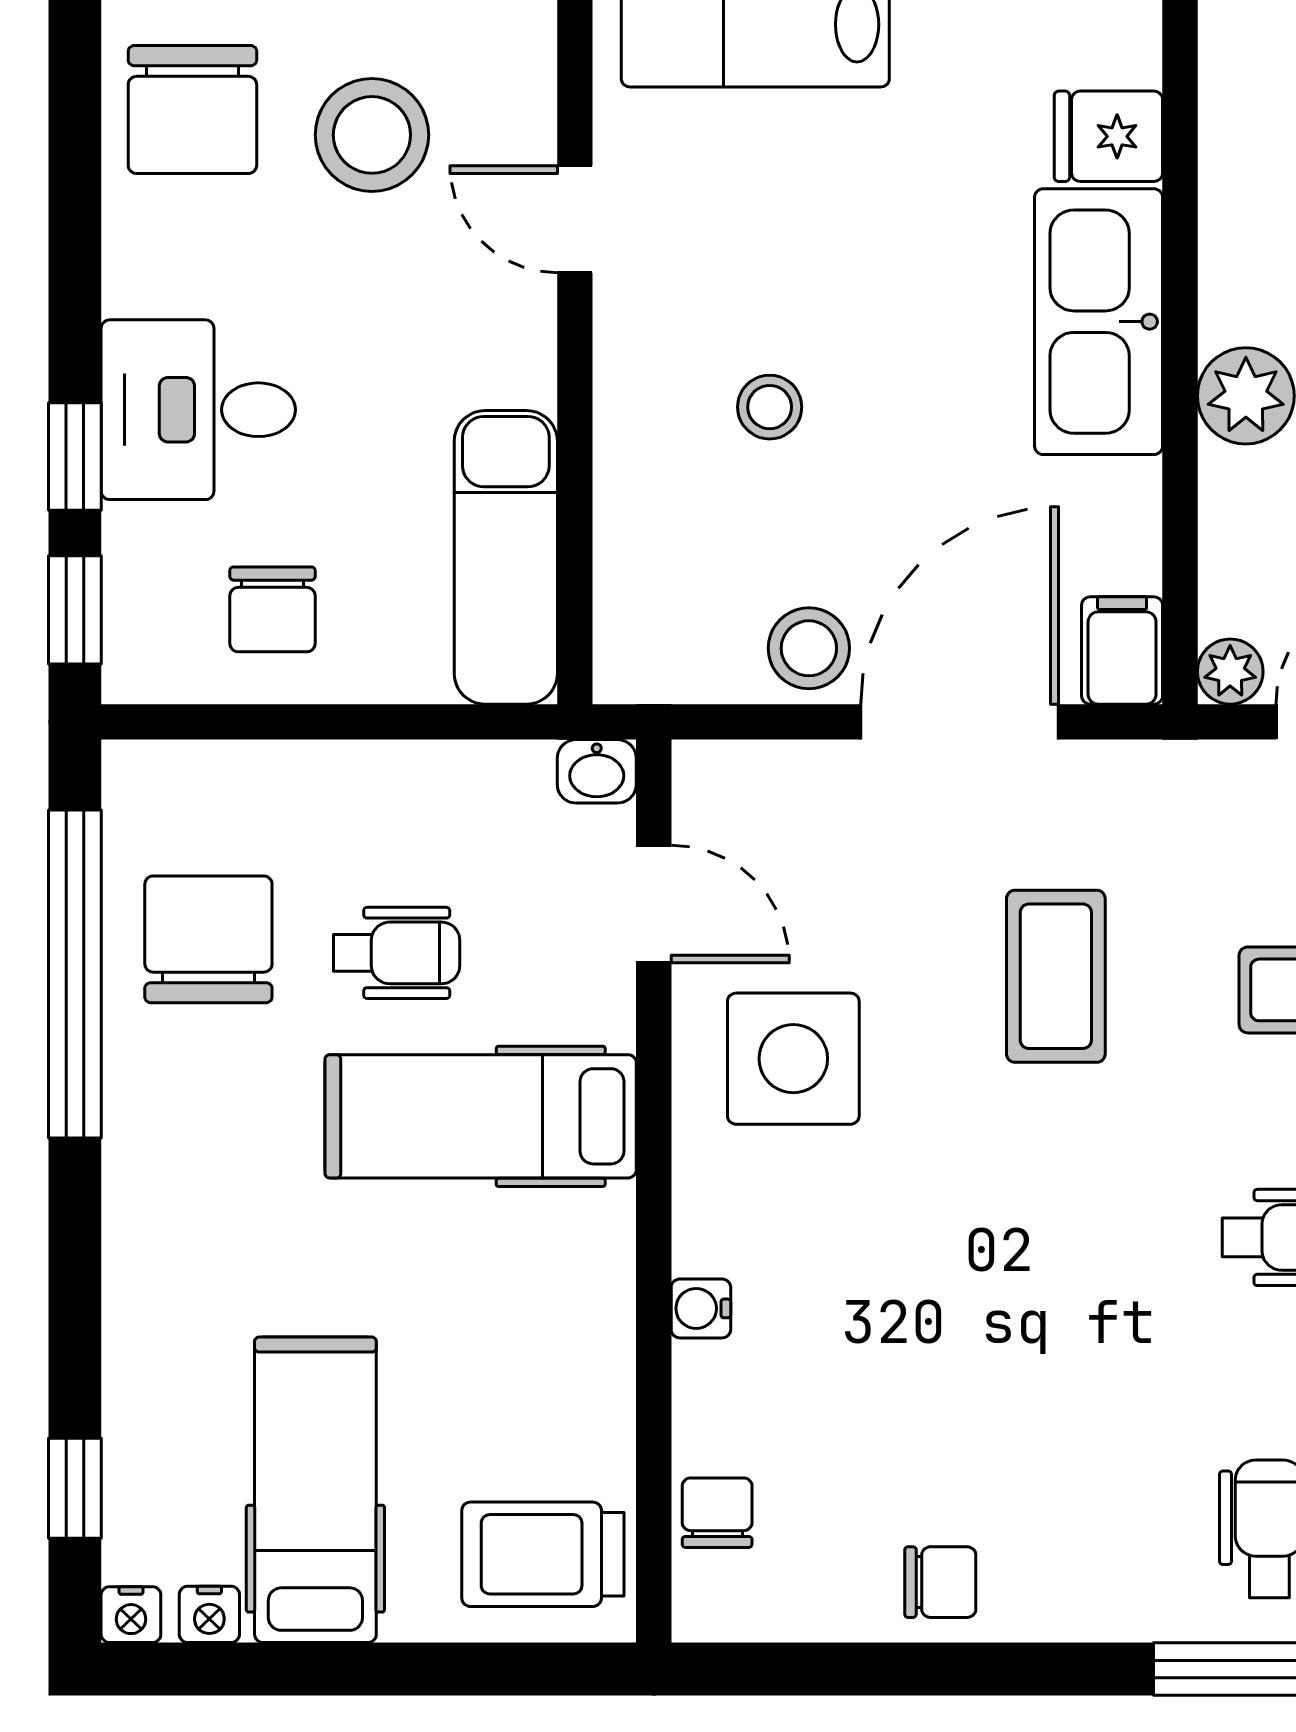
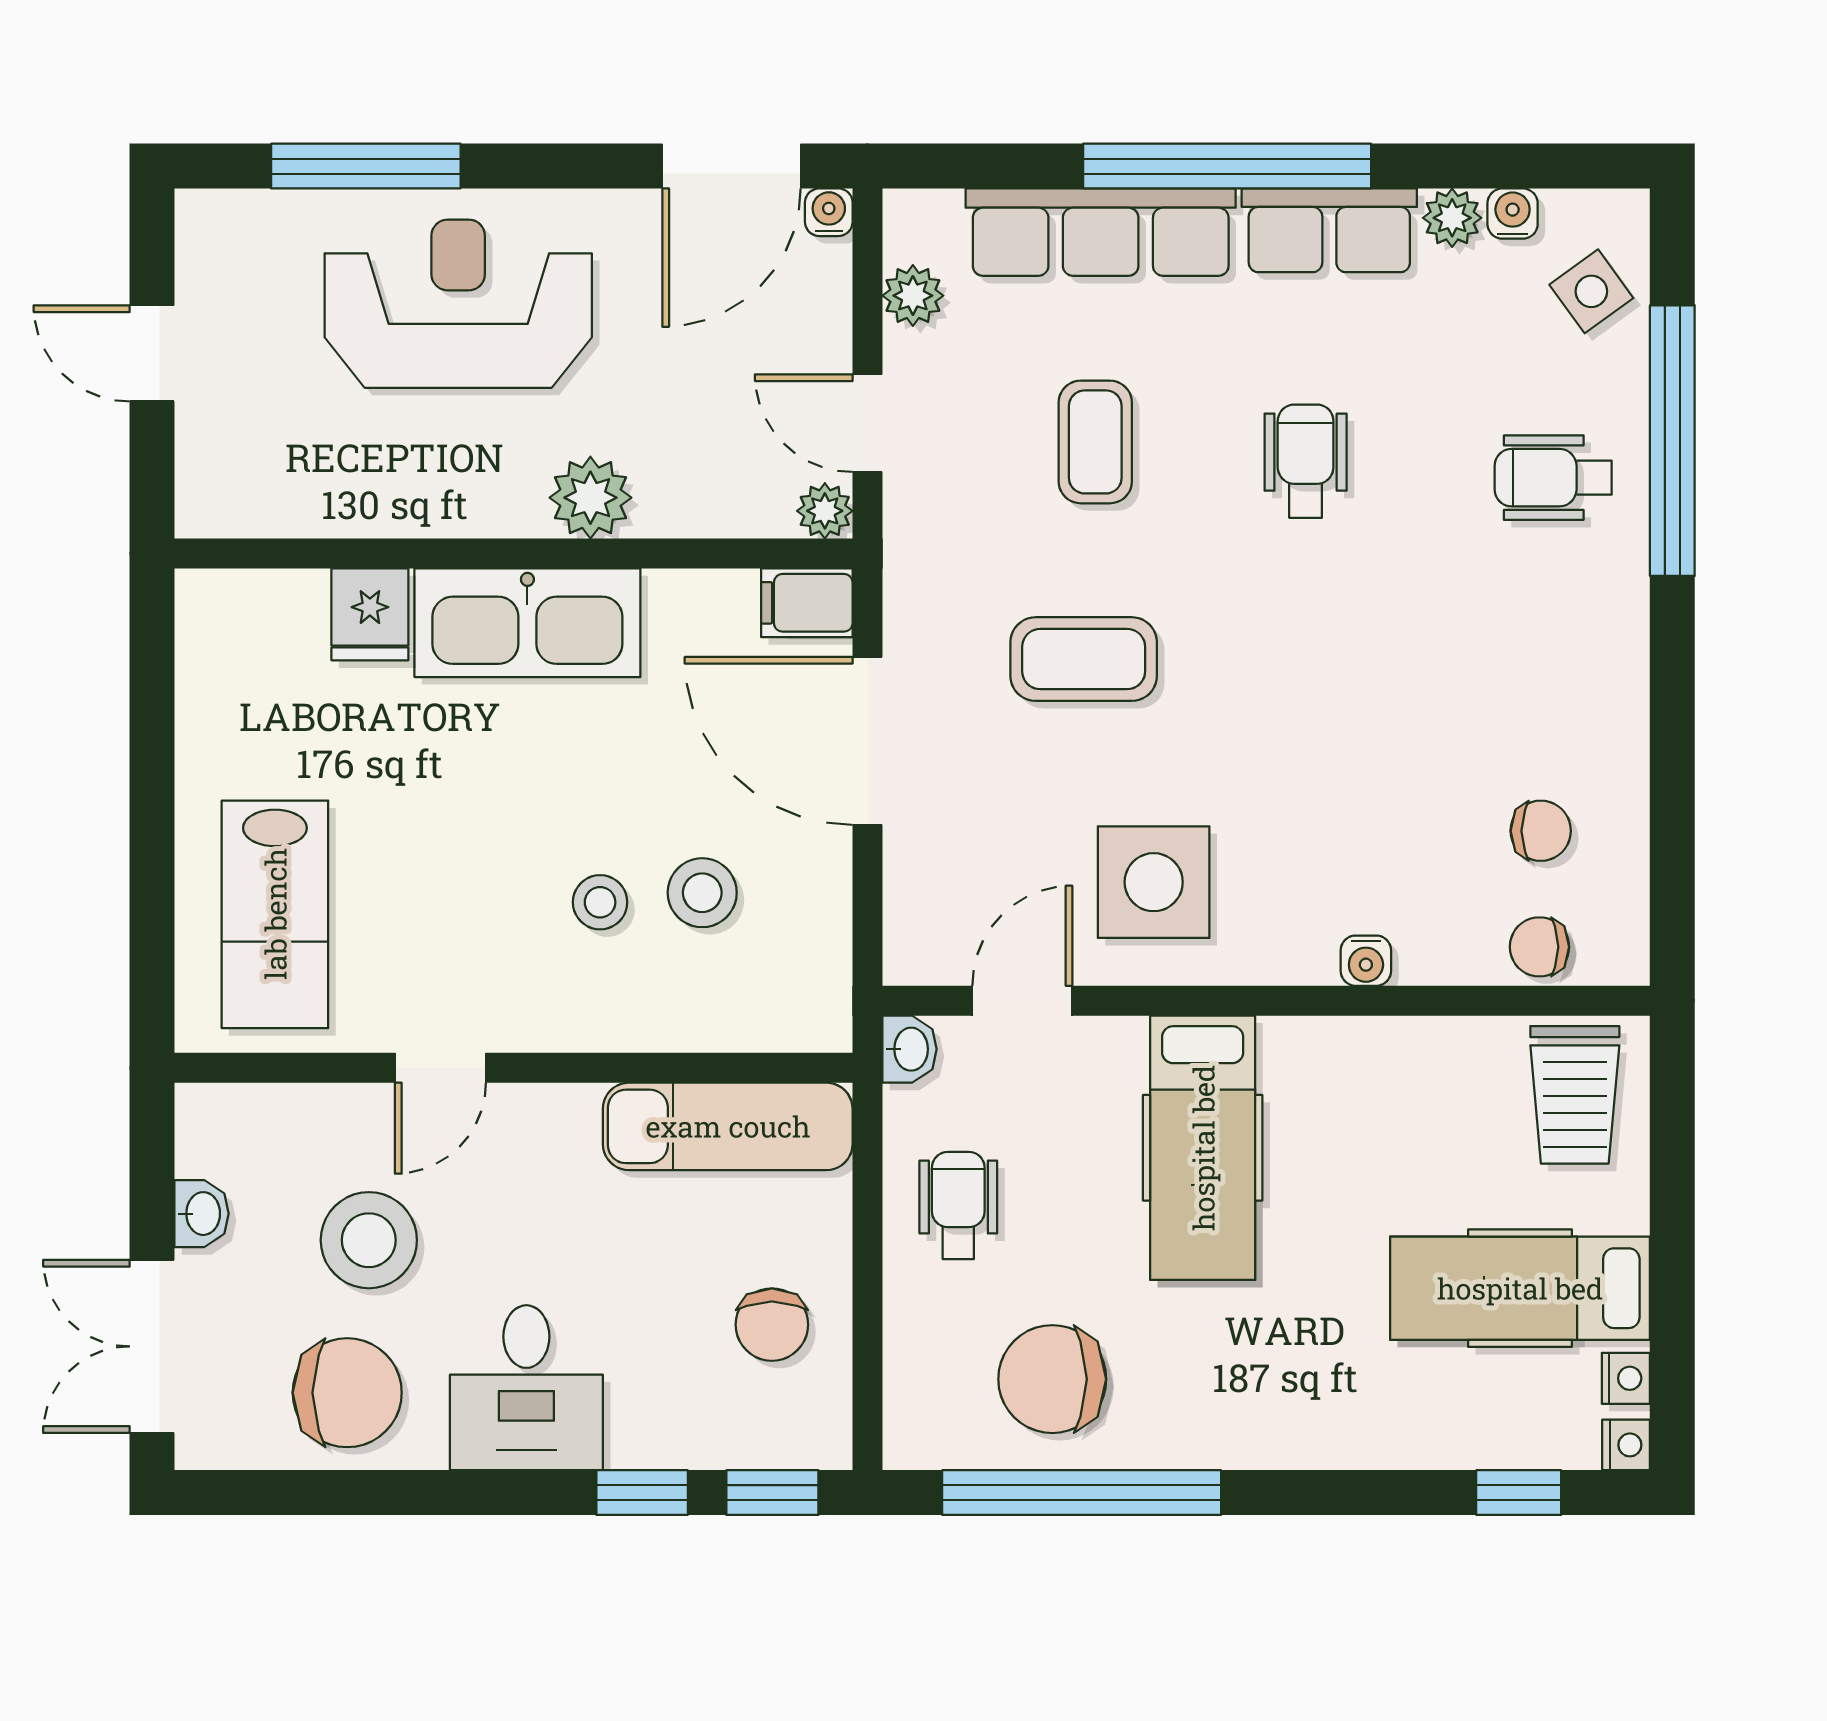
desk: (198, 410) -> (526, 1388), moved
chair: (273, 609) -> (772, 1325), turned 90
stool: (809, 648) -> (702, 893), moved
wheelchair: (397, 953) -> (958, 1206), moved
chair: (940, 1582) -> (1541, 831), moved, turned 90

